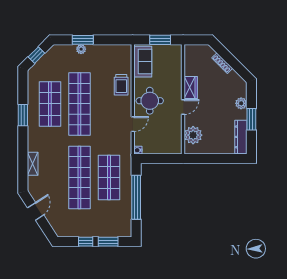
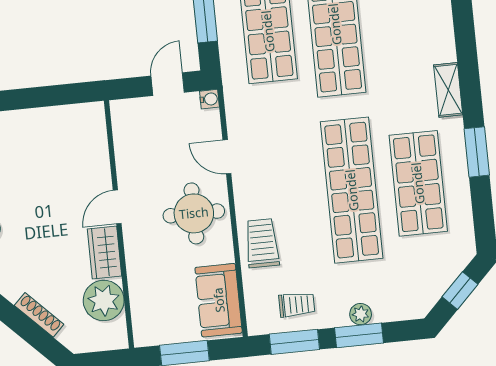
window: (111, 40) -> (294, 342), added
trolley: (109, 56) -> (297, 305), added
door: (133, 124) -> (227, 157), hinge flipped
plant: (193, 135) -> (104, 300), moved
door: (155, 159) -> (168, 84), added
shelving: (33, 164) -> (448, 90), moved

